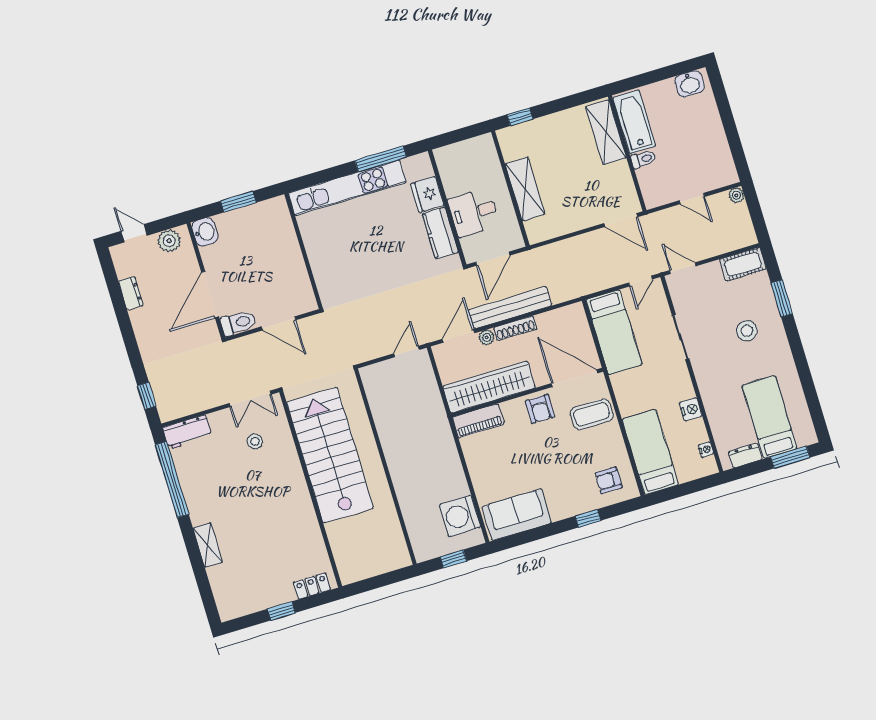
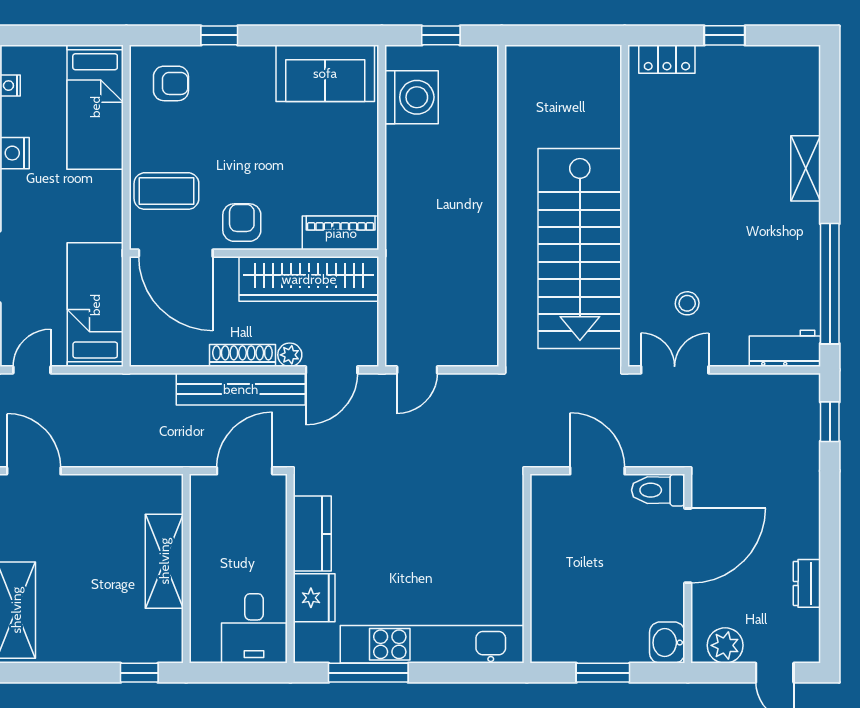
desk: (474, 212) -> (254, 628), moved, turned 90

